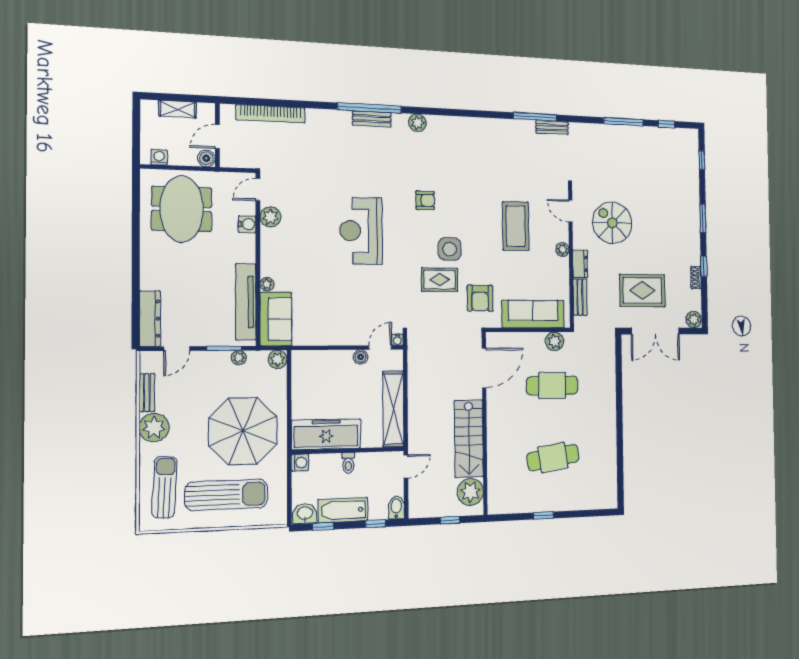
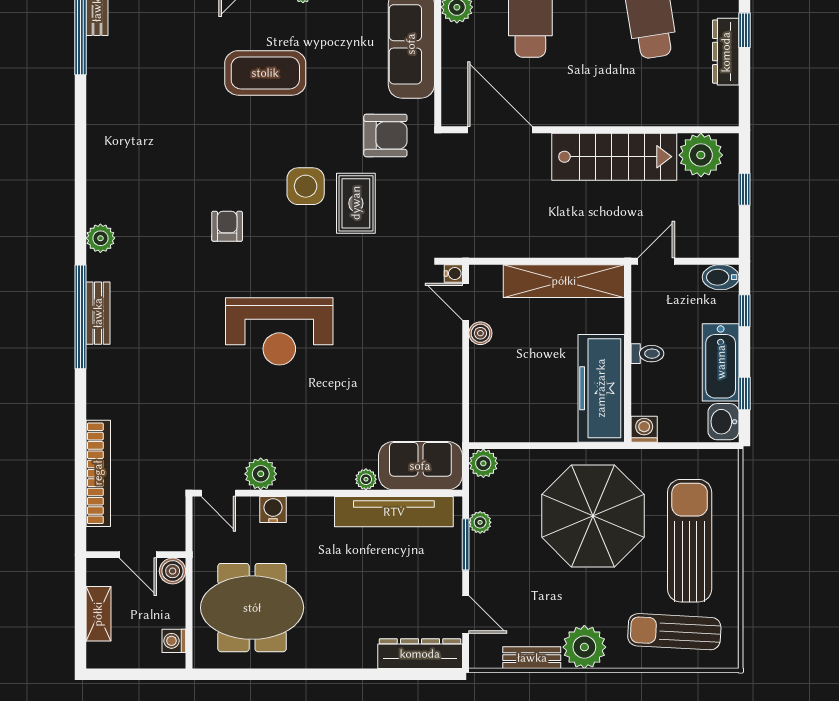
door: (406, 467) -> (656, 261), hinge flipped
dresser: (531, 505) -> (726, 52), added

